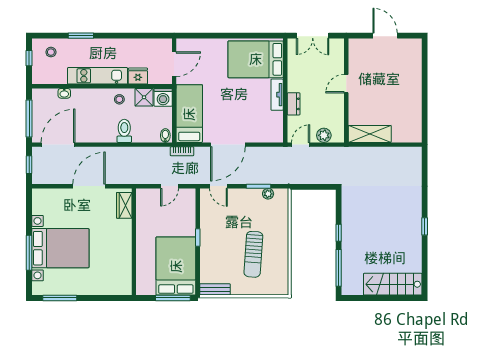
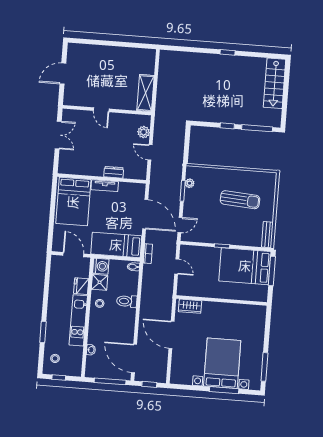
bed: (256, 59) -> (73, 202), moved
wall: (285, 90) -> (102, 178), moved
tv unit: (277, 95) -> (105, 186), moved
dresser: (294, 104) -> (114, 172), moved

